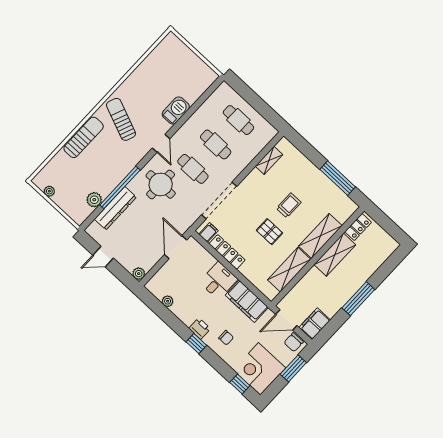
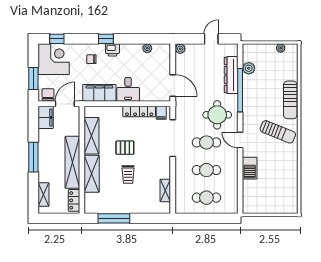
shelving: (335, 255) -> (72, 162), width x1.47
shelving: (380, 257) -> (44, 195), added

